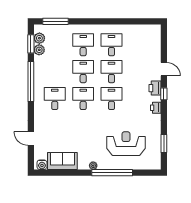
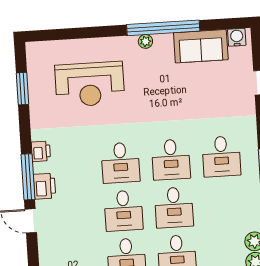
window: (164, 94) -> (28, 177), width x2.17
window: (112, 173) -> (163, 28), moved

